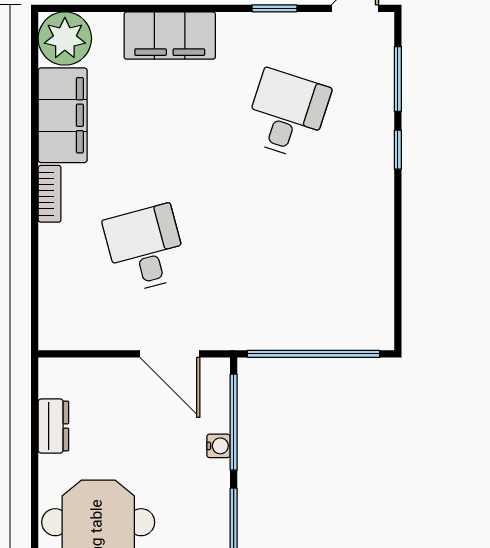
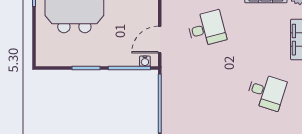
water cooler: (218, 446) -> (145, 61), moved

